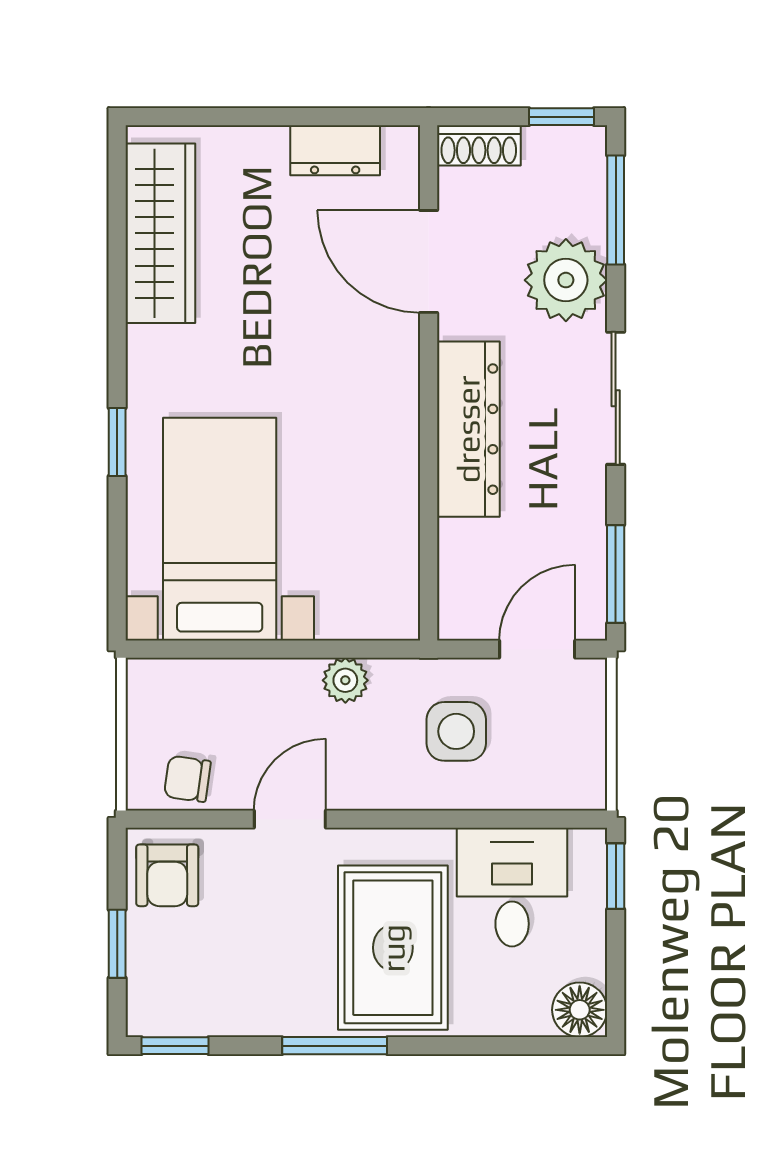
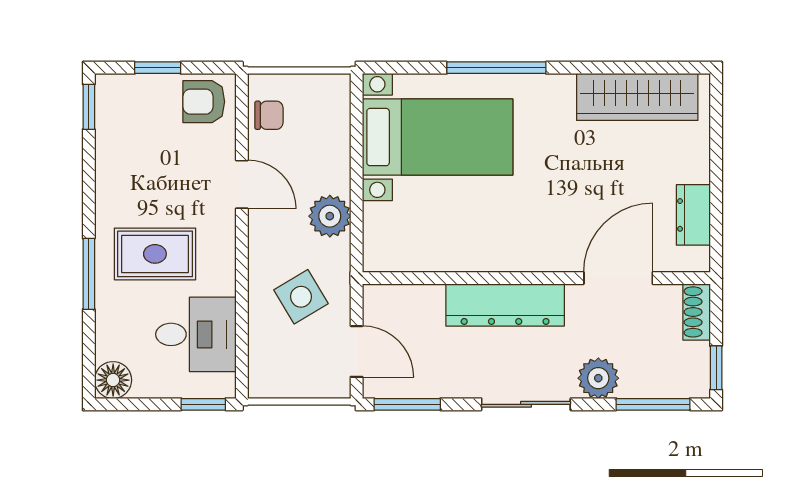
plant: (566, 280) -> (598, 378), width x0.73, depth x0.73
window: (117, 442) -> (496, 68), width x2.17
plant: (345, 680) -> (330, 216), width x1.38, depth x1.38
side table: (456, 731) -> (301, 297), turned -31
chair: (187, 779) -> (269, 115), turned 82
rug: (393, 948) -> (155, 254), width x0.73, depth x0.70
window: (335, 1046) -> (89, 274), moved

